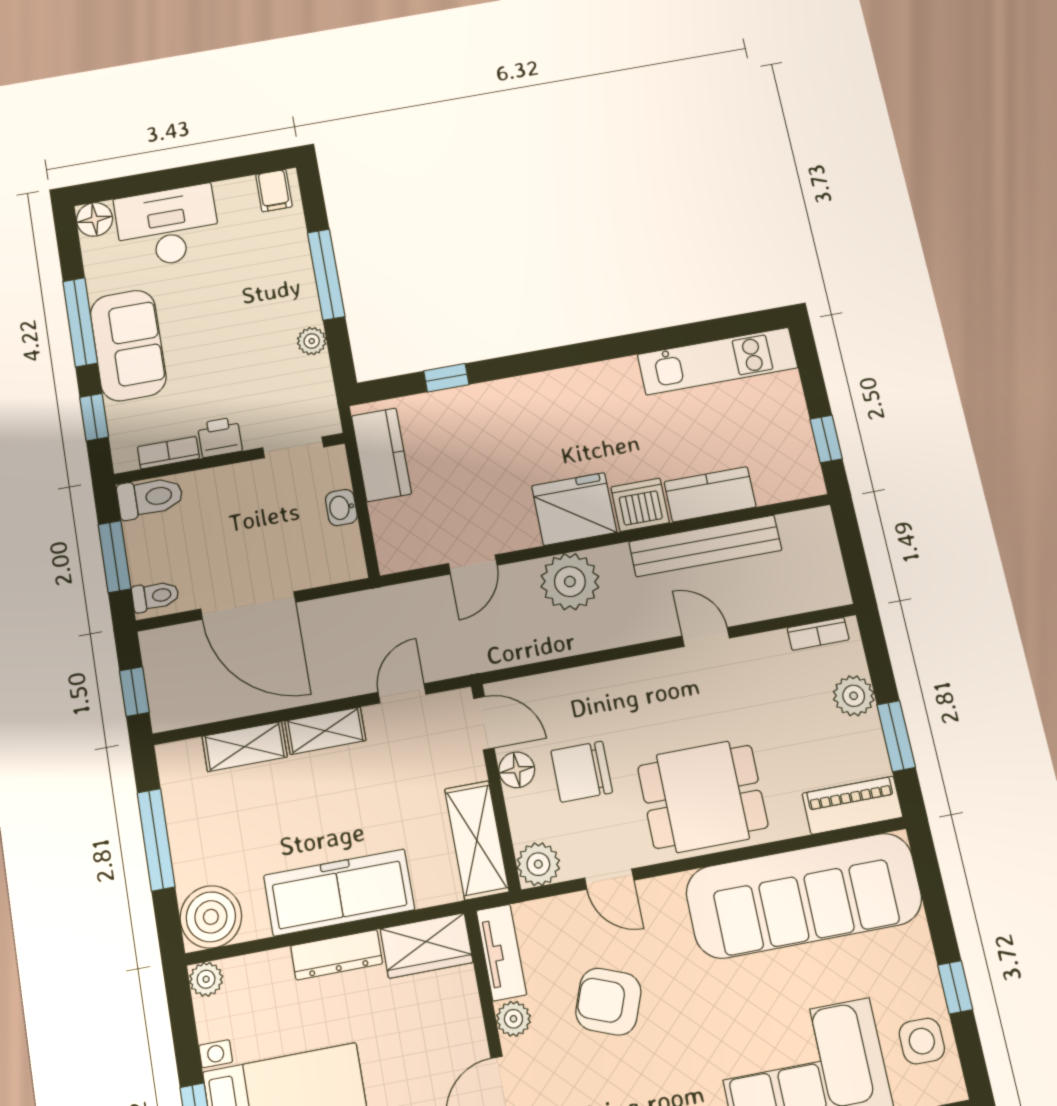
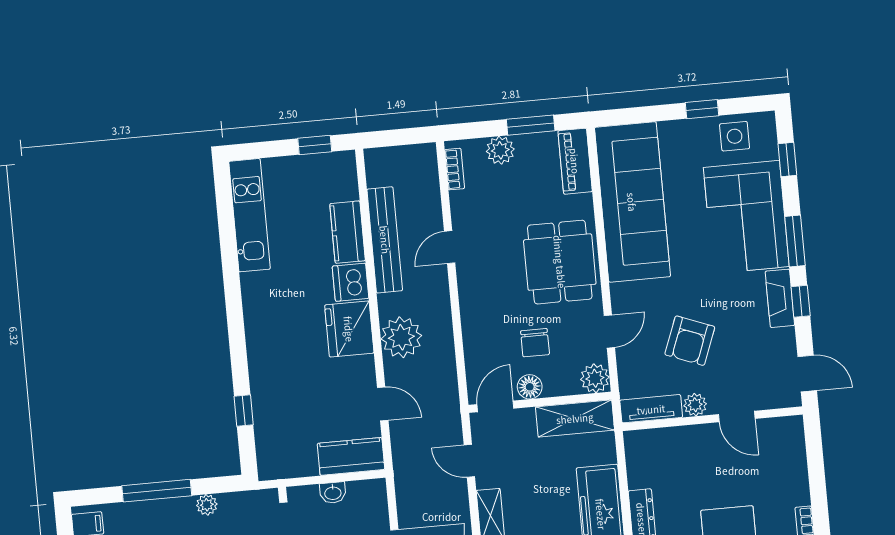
kitchen counter: (381, 455) -> (351, 456), moved
chair: (582, 772) -> (535, 343), width x0.73, depth x0.73
wardrobe: (427, 946) -> (642, 458), removed

